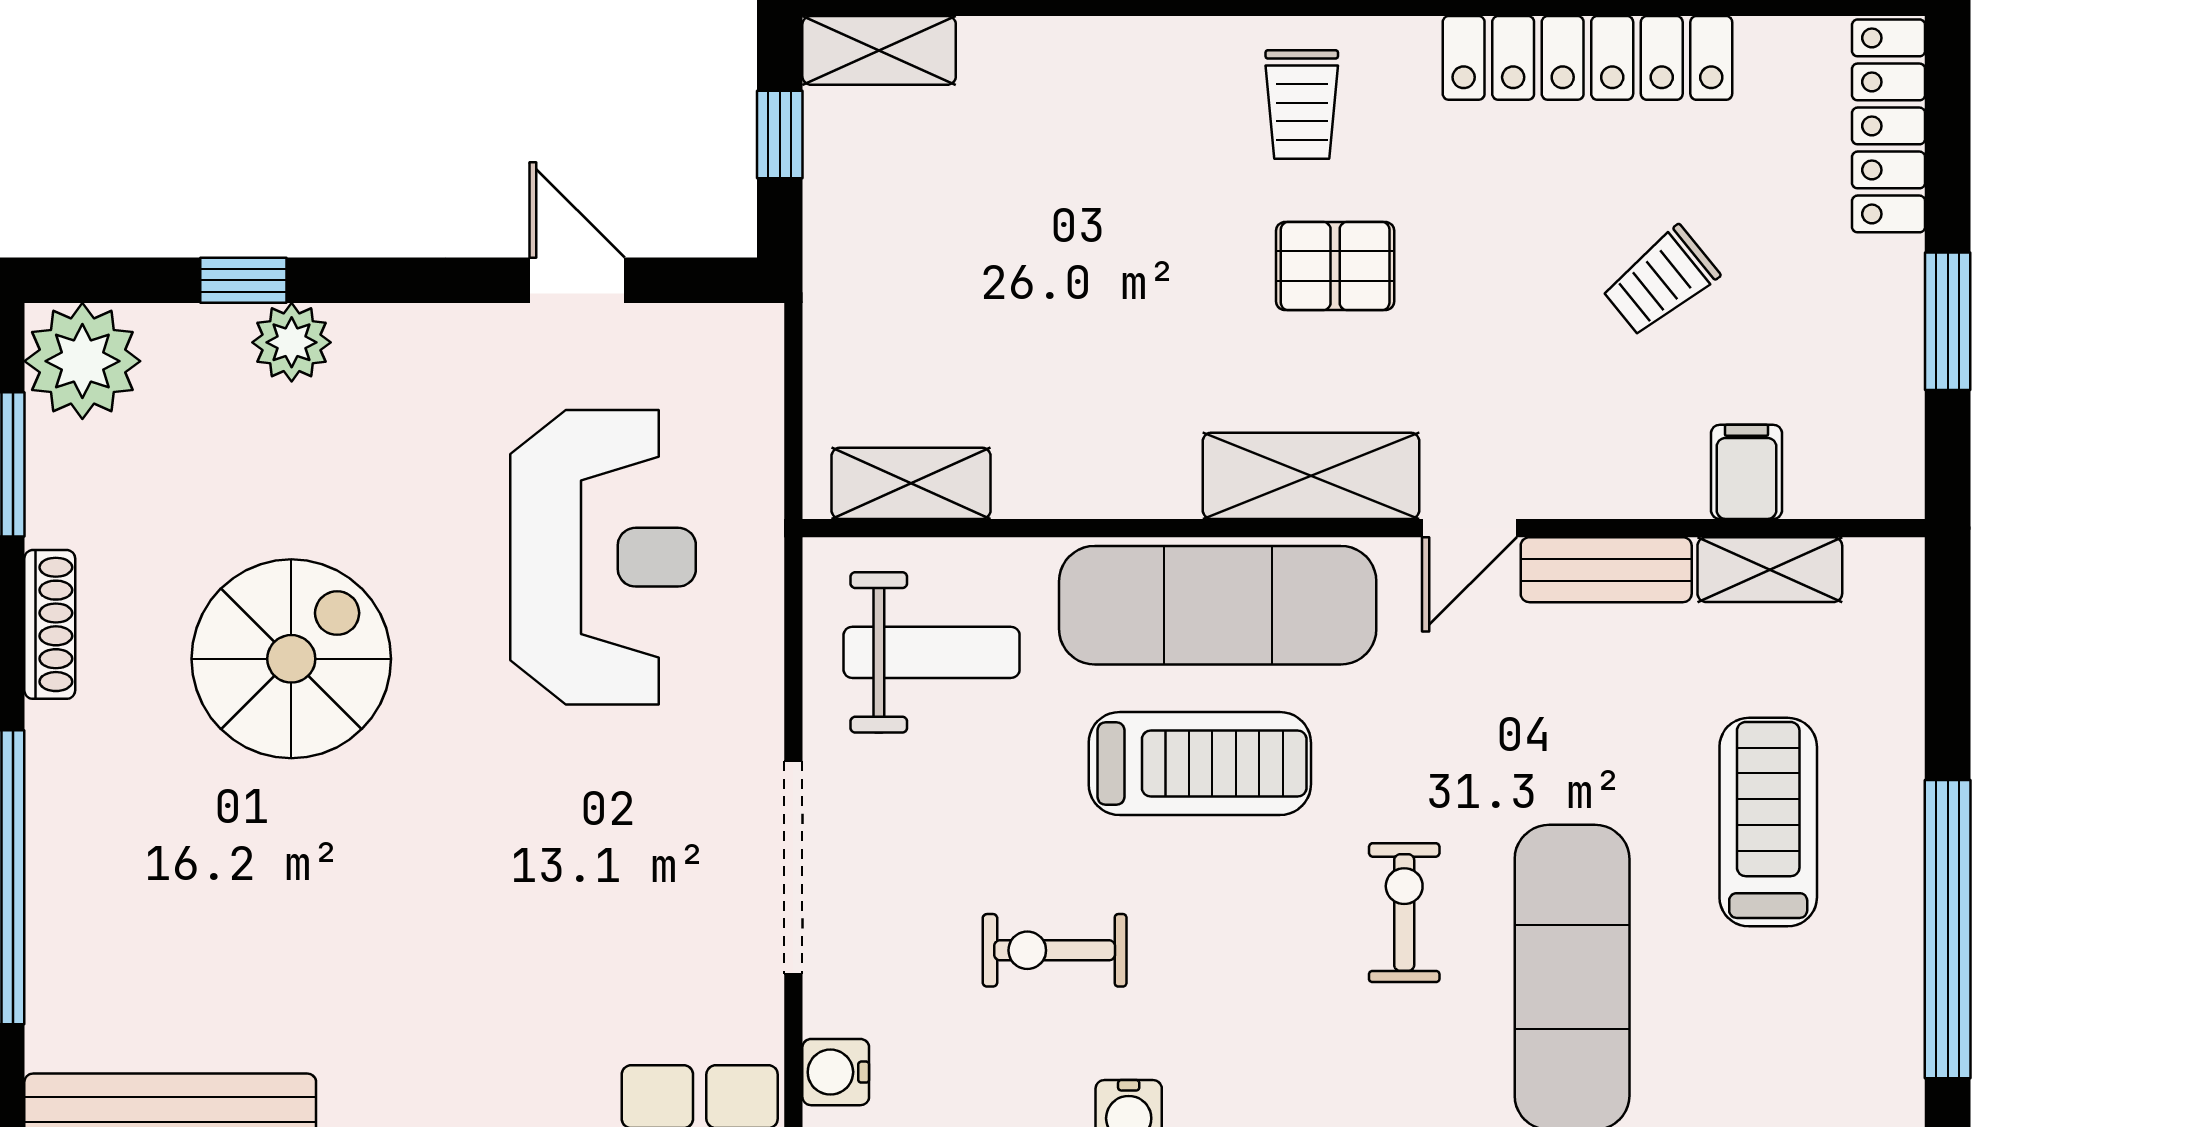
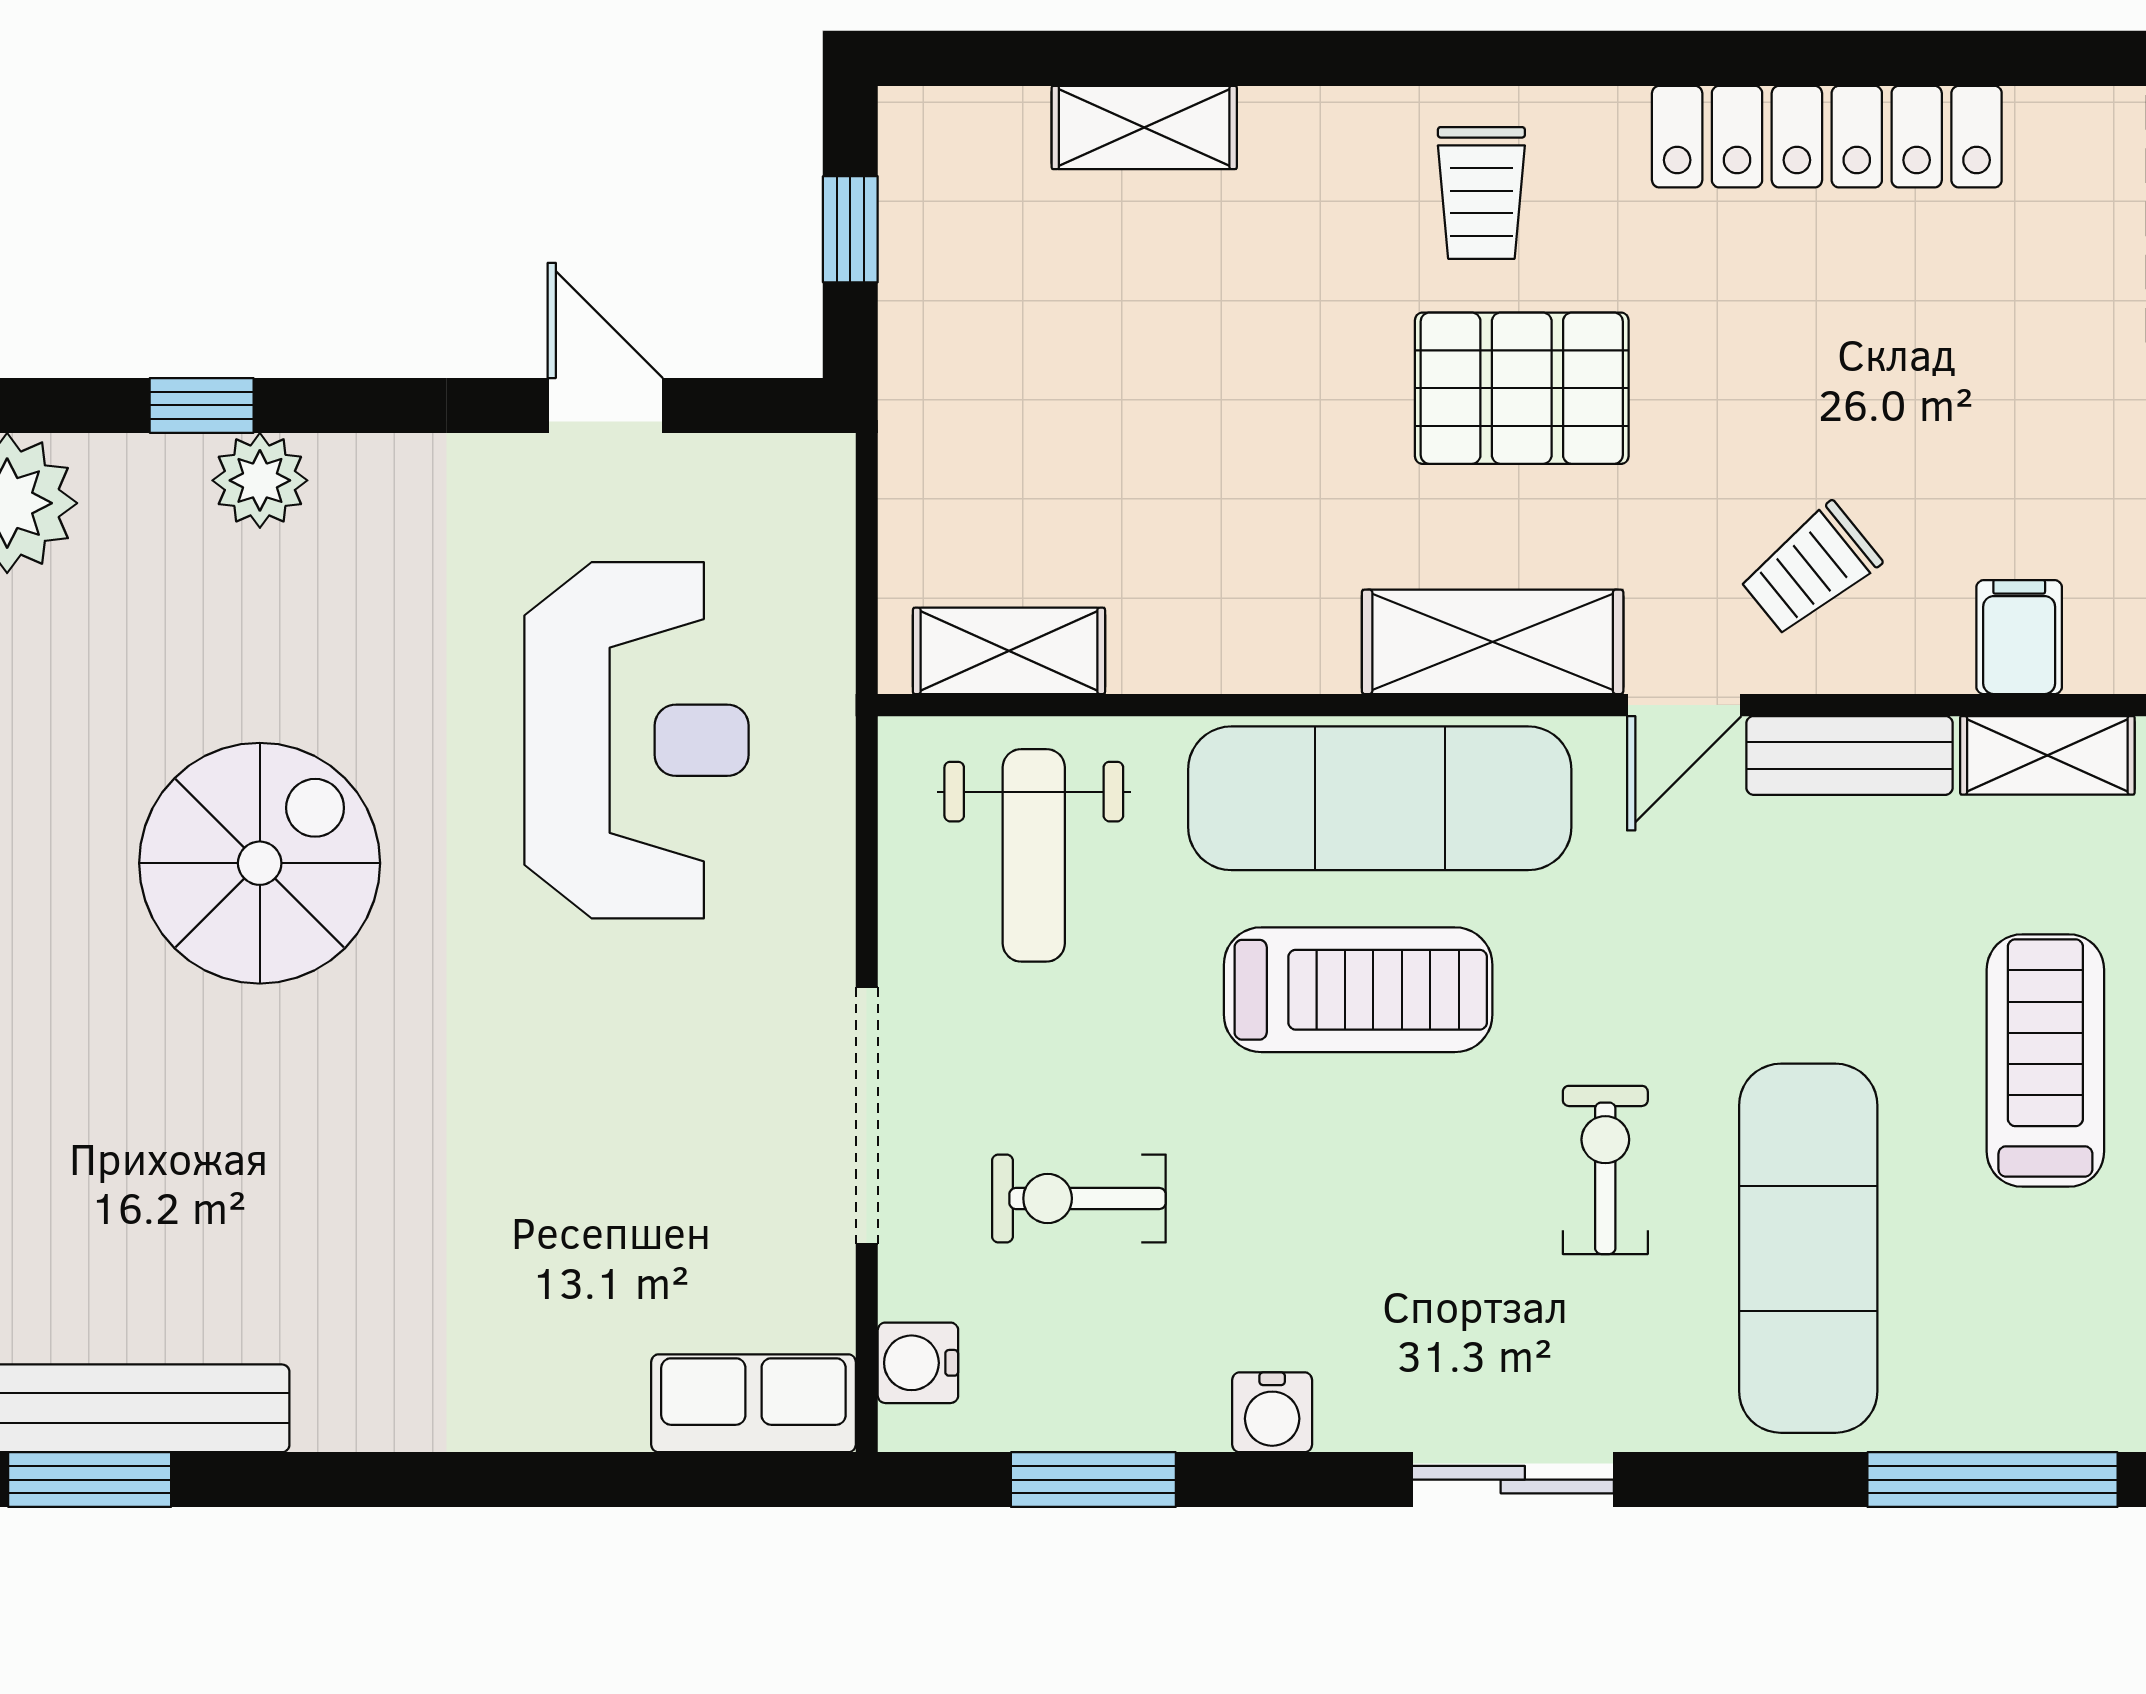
shelving: (879, 50) -> (1144, 127), moved
pallet: (1335, 266) -> (1522, 388), width x1.50, depth x1.42
trolley: (1661, 281) -> (1810, 569), moved
weight bench: (932, 652) -> (1034, 855), turned 90
exercise bike: (1055, 950) -> (1079, 1198), moved

